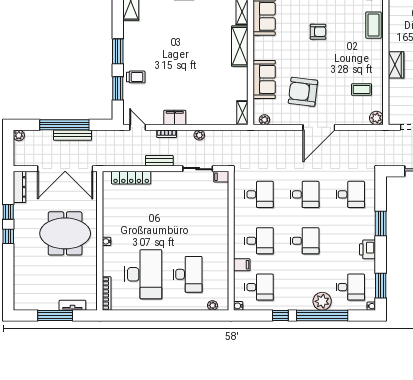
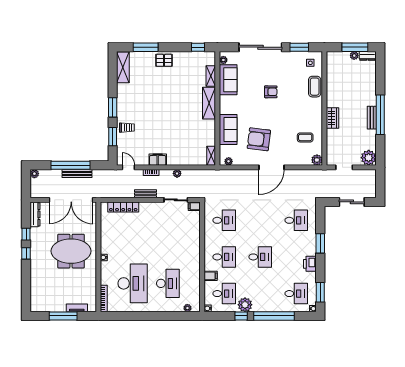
desk: (305, 194) -> (260, 220), removed
plant: (322, 301) -> (245, 305), moved

